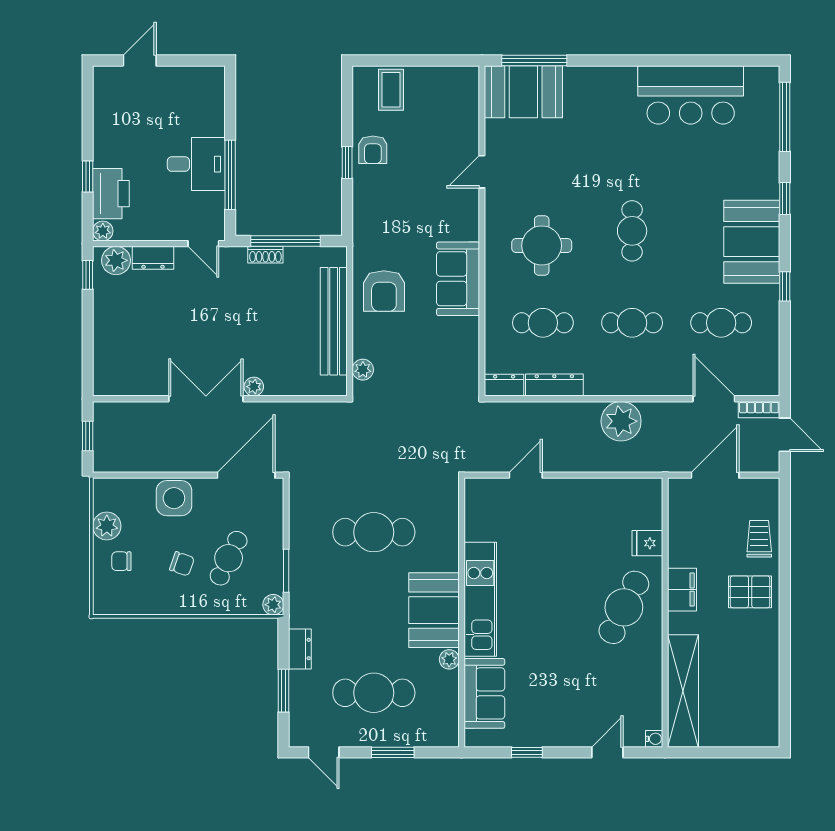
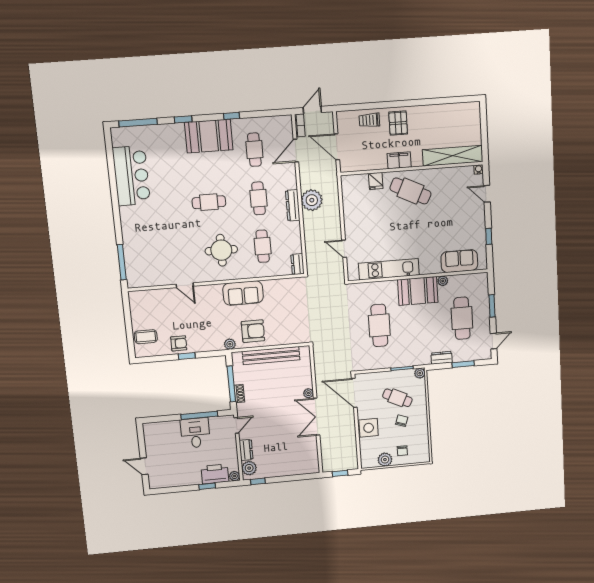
booth: (523, 92) -> (139, 267), removed
plant: (363, 370) -> (230, 344), moved
dresser: (554, 385) -> (293, 205), moved
kitchen unit: (480, 599) -> (389, 269), moved

